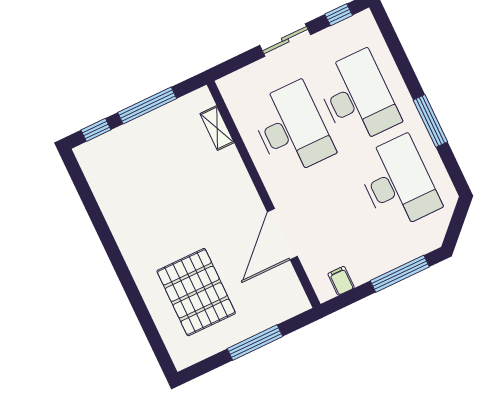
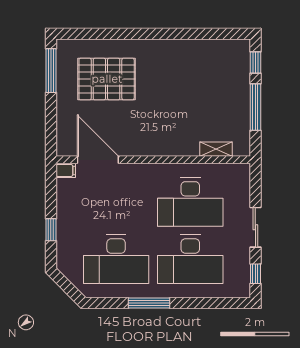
door: (282, 234) -> (98, 160), moved
window: (400, 274) -> (51, 230), width x0.46
filing cabinet: (341, 281) -> (66, 170), moved
window: (255, 343) -> (51, 71), moved

